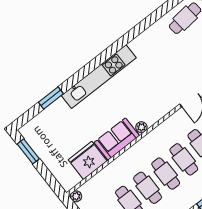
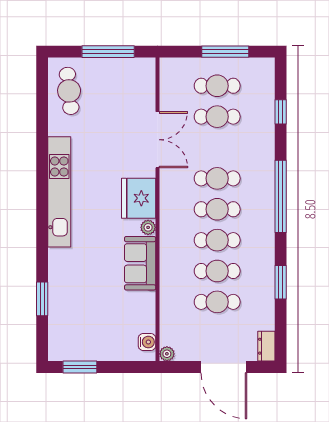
kitchen unit: (99, 77) -> (59, 192), moved
fridge: (88, 160) -> (139, 198), moved
water cooler: (74, 179) -> (147, 342), added

